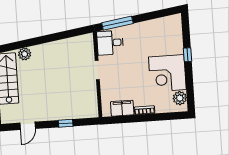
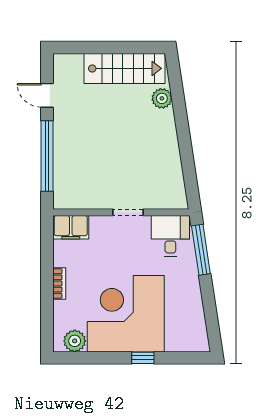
corner desk: (167, 73) -> (126, 314), width x1.36, depth x1.36
filing cabinet: (122, 108) -> (71, 227), moved, turned 90
window: (66, 123) -> (47, 156), width x3.17

